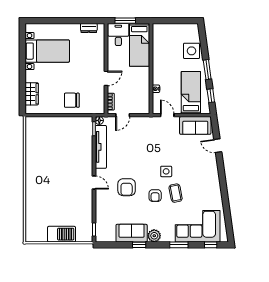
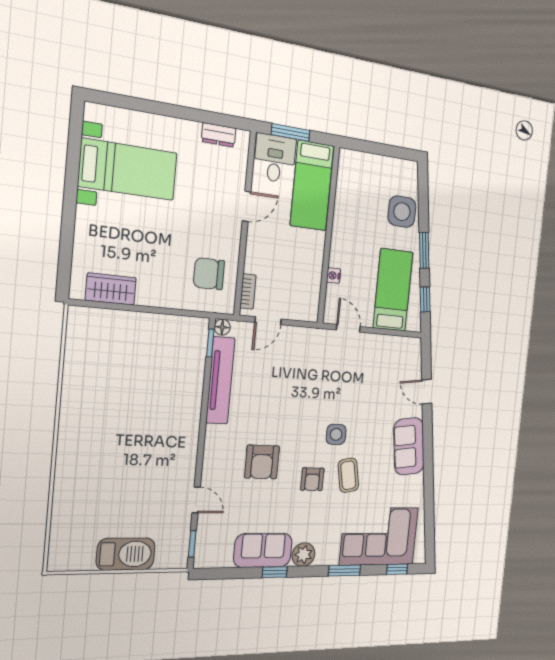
door: (106, 78) -> (246, 206), moved
wardrobe: (32, 94) -> (111, 289), moved, turned -90
chair: (72, 100) -> (209, 274), moved
sofa: (195, 125) -> (409, 446), moved, turned 82
door: (94, 183) -> (196, 500), moved

